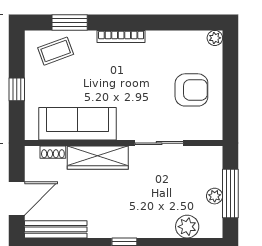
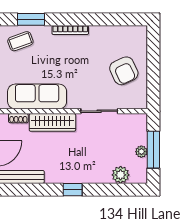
plant: (215, 38) -> (142, 31), removed
armchair: (191, 90) -> (124, 71), turned 65

